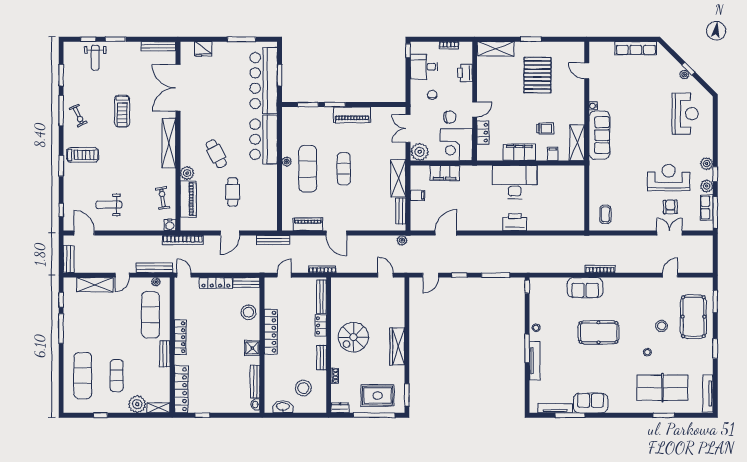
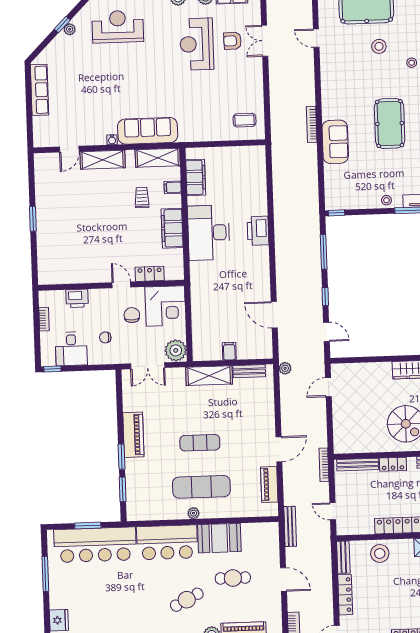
shelving: (496, 49) -> (103, 160), moved, turned 90
pallet: (537, 75) -> (77, 209), removed
filing cabinet: (445, 173) -> (196, 177), moved
booth: (266, 182) -> (219, 538), added

